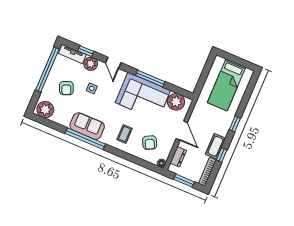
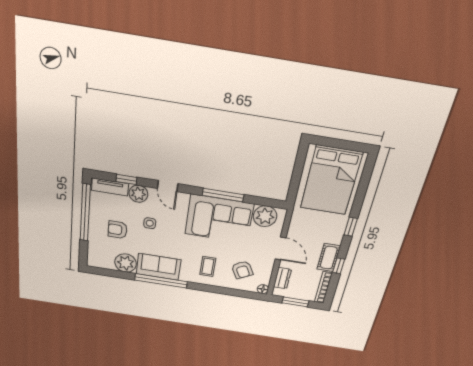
bed: (227, 85) -> (331, 180), width x1.50
armchair: (66, 88) -> (118, 230), turned 112
plant: (45, 110) -> (126, 263), moved

